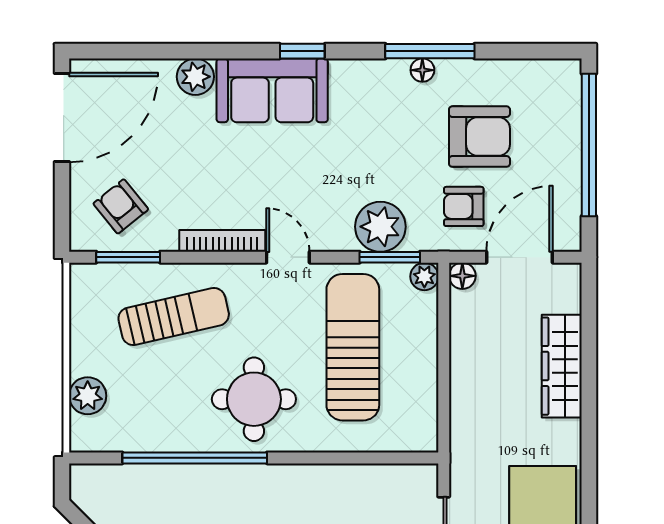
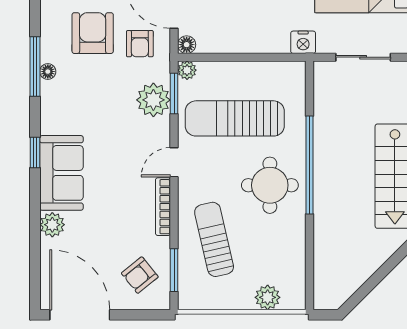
nightstand: (466, 449) -> (303, 42), added
window: (195, 458) -> (309, 165), moved

